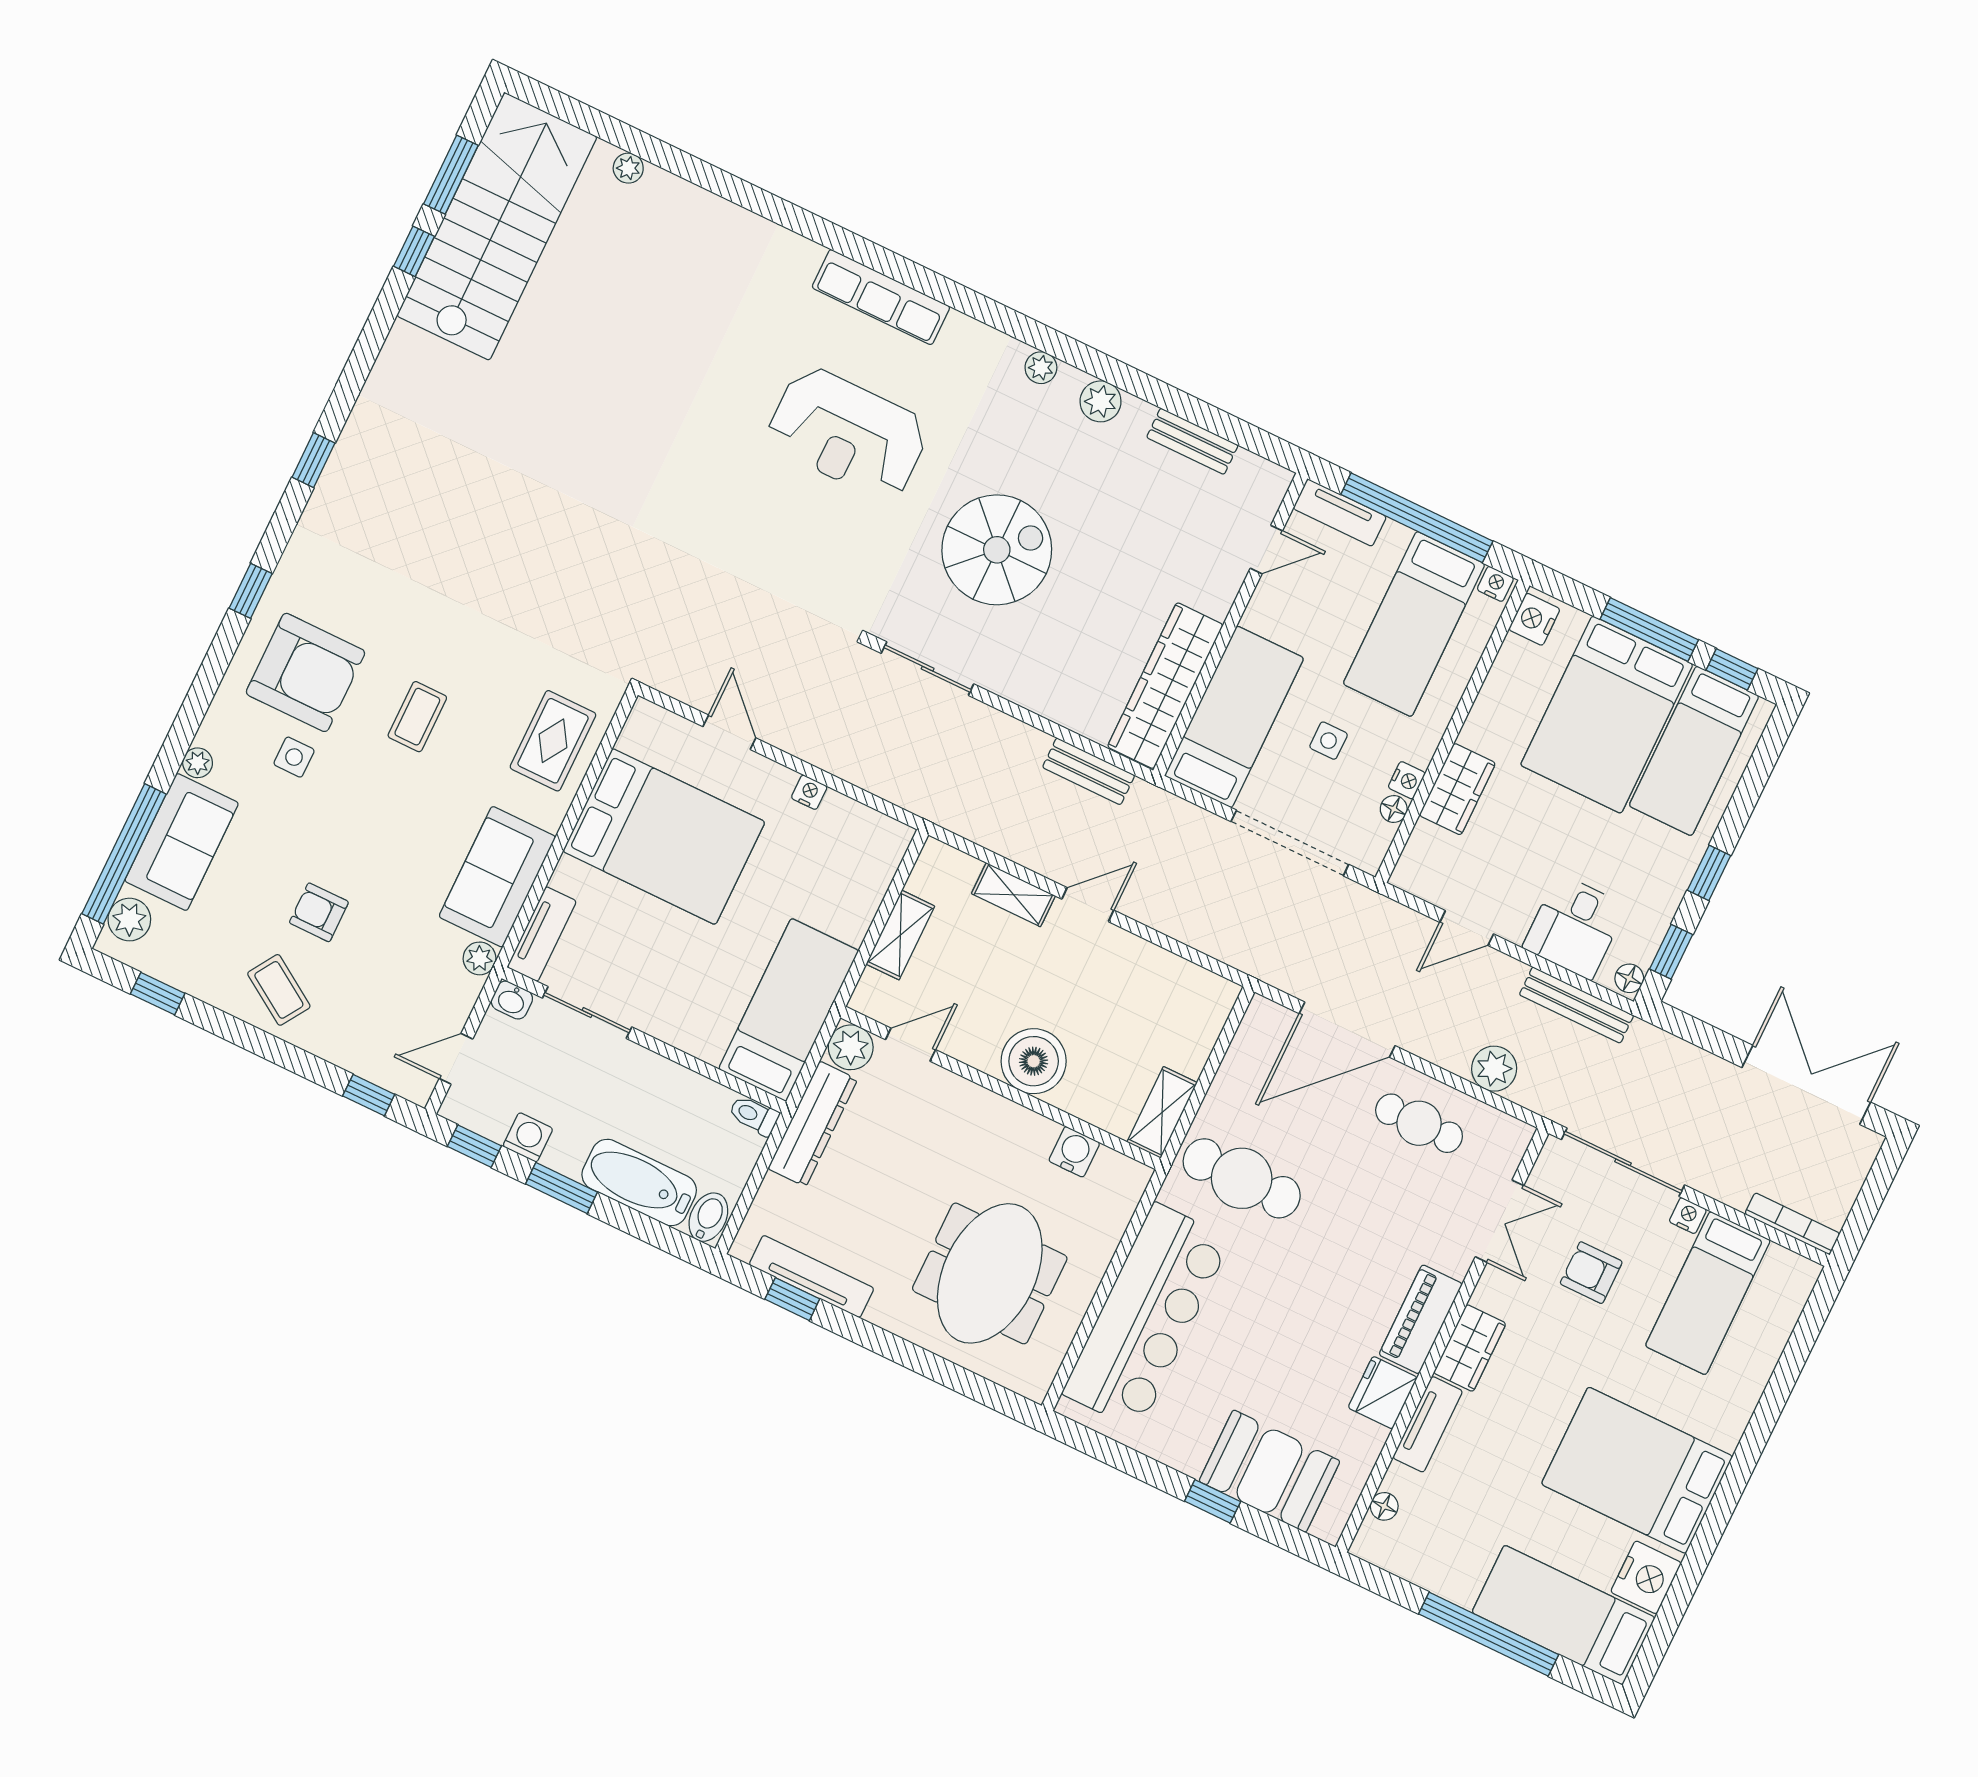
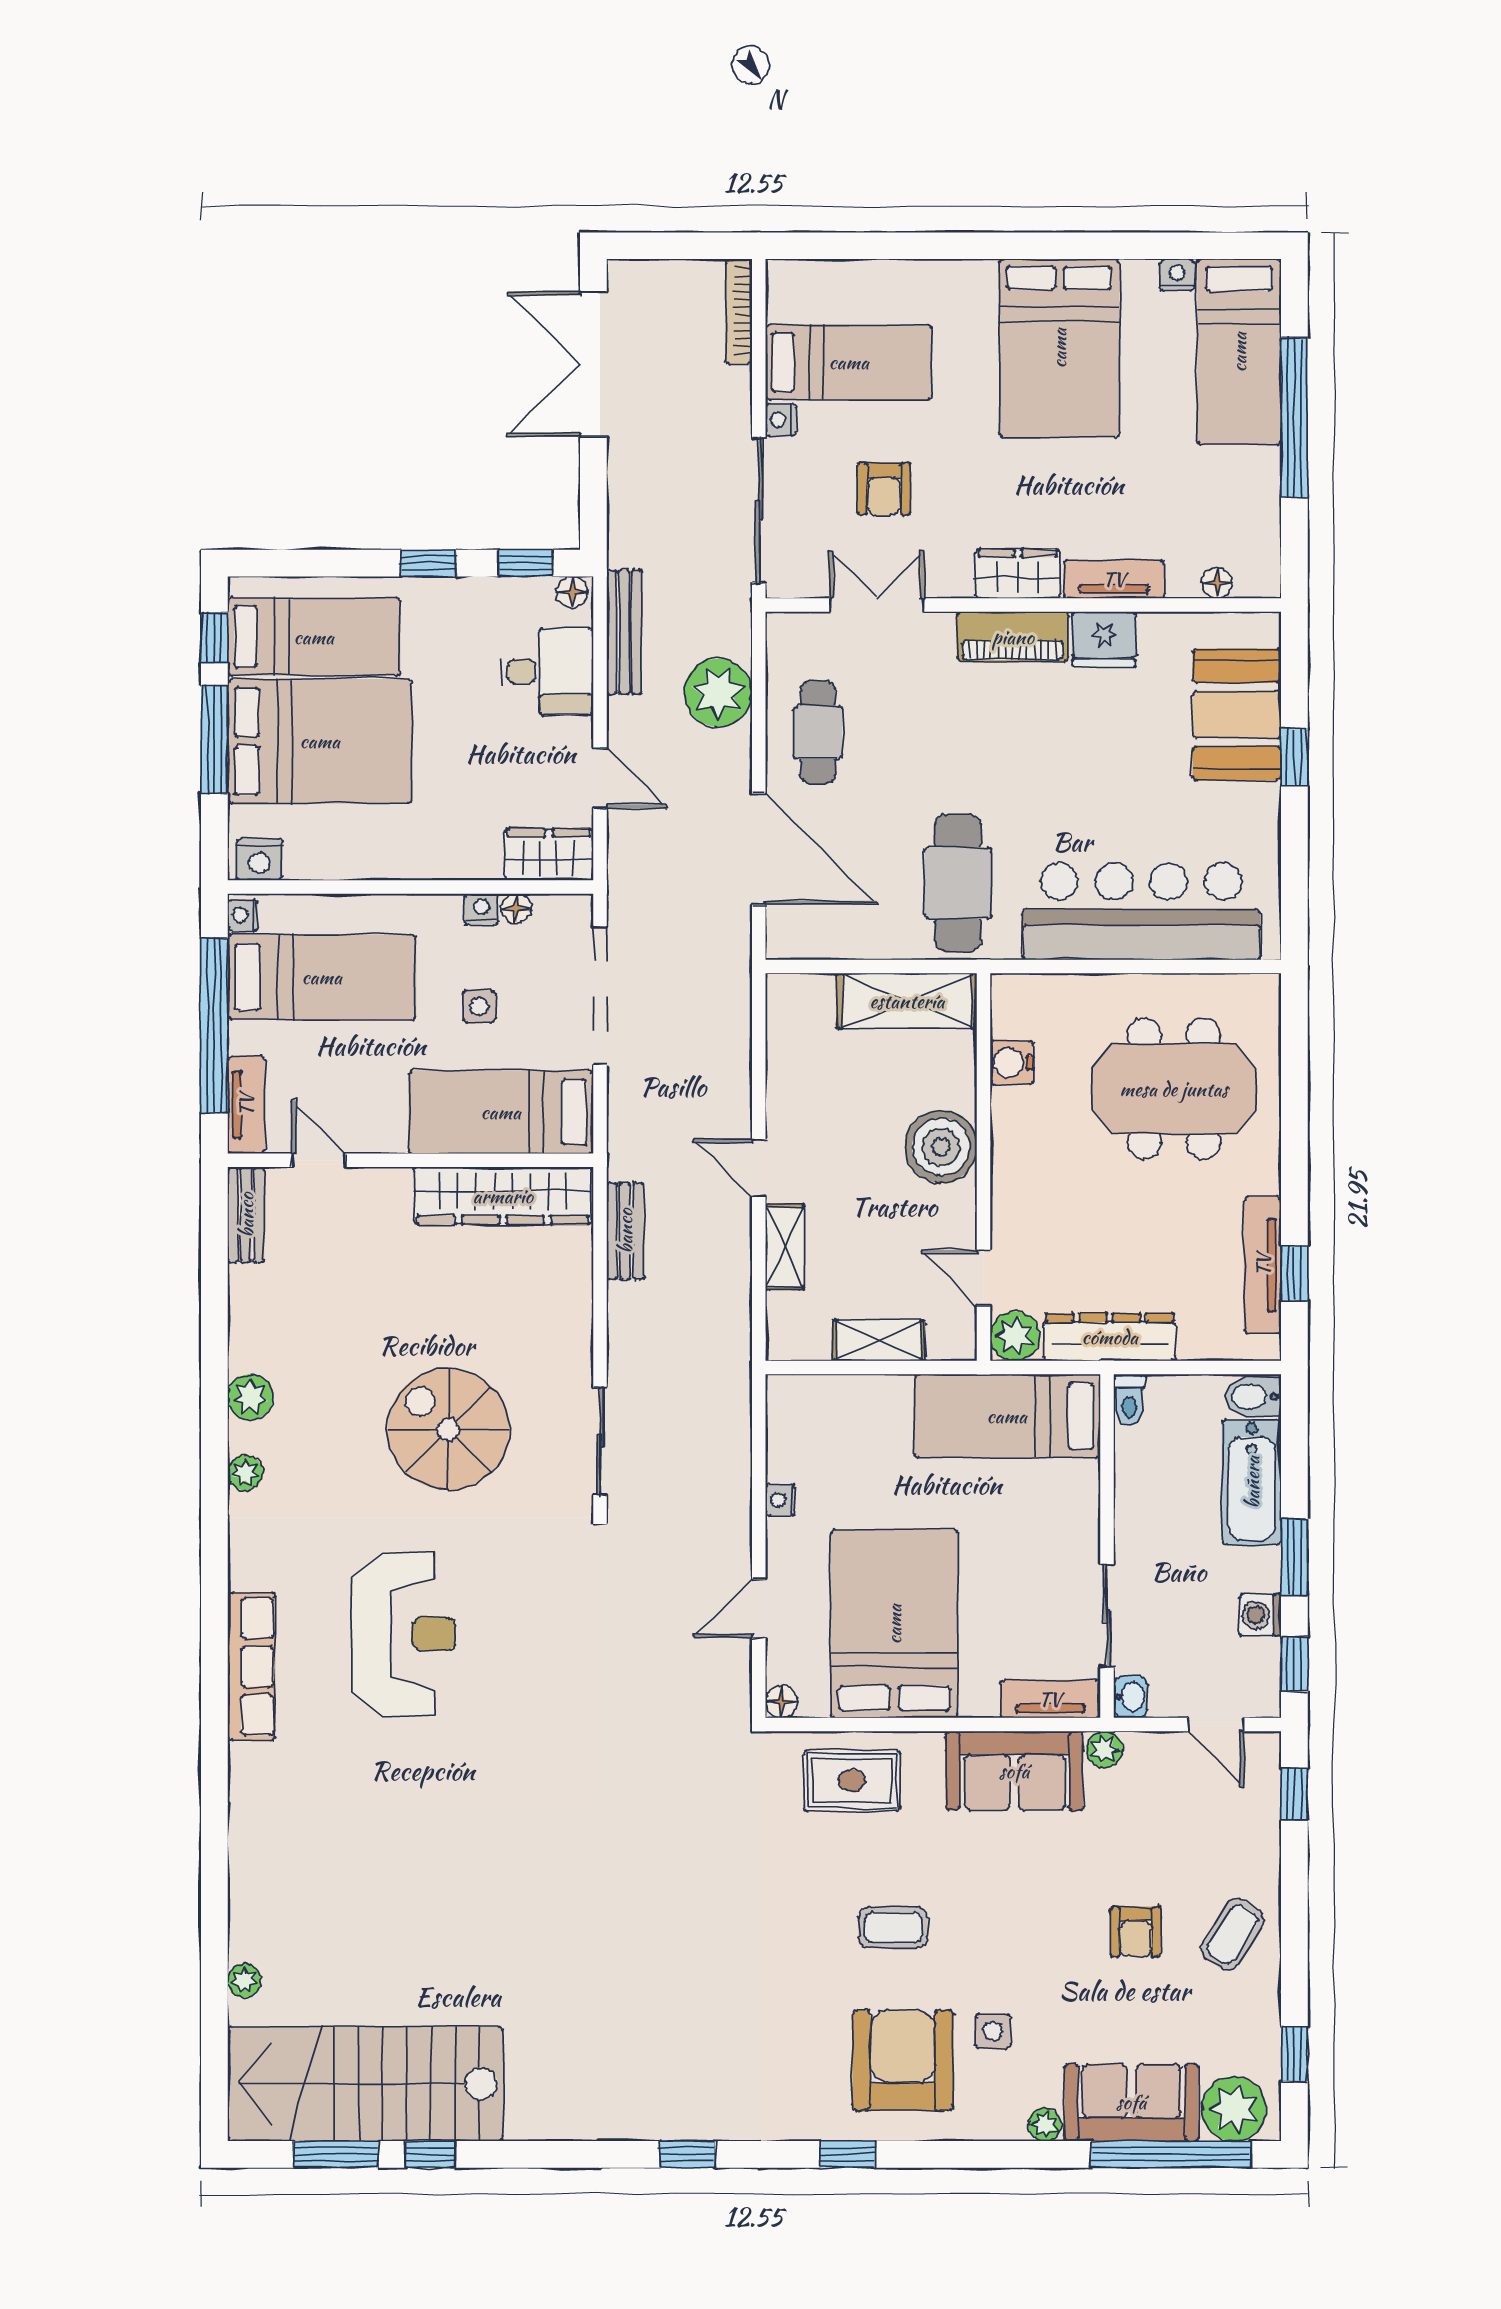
bench: (1192, 441) -> (246, 1215), moved
floor lamp: (645, 714) -> (782, 1702), added
wardrobe: (1457, 789) -> (549, 855), moved
plant: (129, 920) -> (1234, 2109), width x1.36, depth x1.36
plant: (1494, 1069) -> (718, 693), width x1.36, depth x1.36
shelving: (1162, 1112) -> (907, 1001), width x1.50, depth x1.33
nightstand: (1646, 1577) -> (1177, 275), width x0.53, depth x0.56

